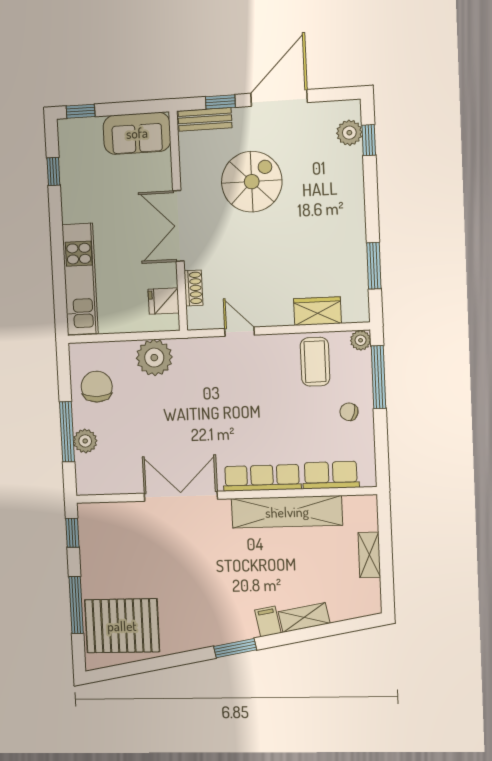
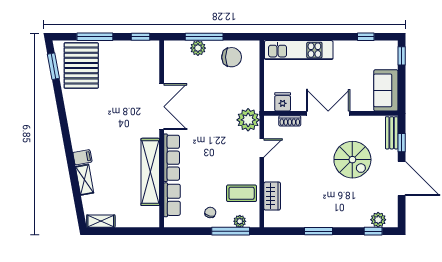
window: (374, 266) -> (319, 231), moved
plant: (361, 340) -> (240, 221), moved
plant: (154, 358) -> (248, 120), moved
shelving: (369, 555) -> (101, 221), moved
window: (235, 648) -> (53, 66), moved

